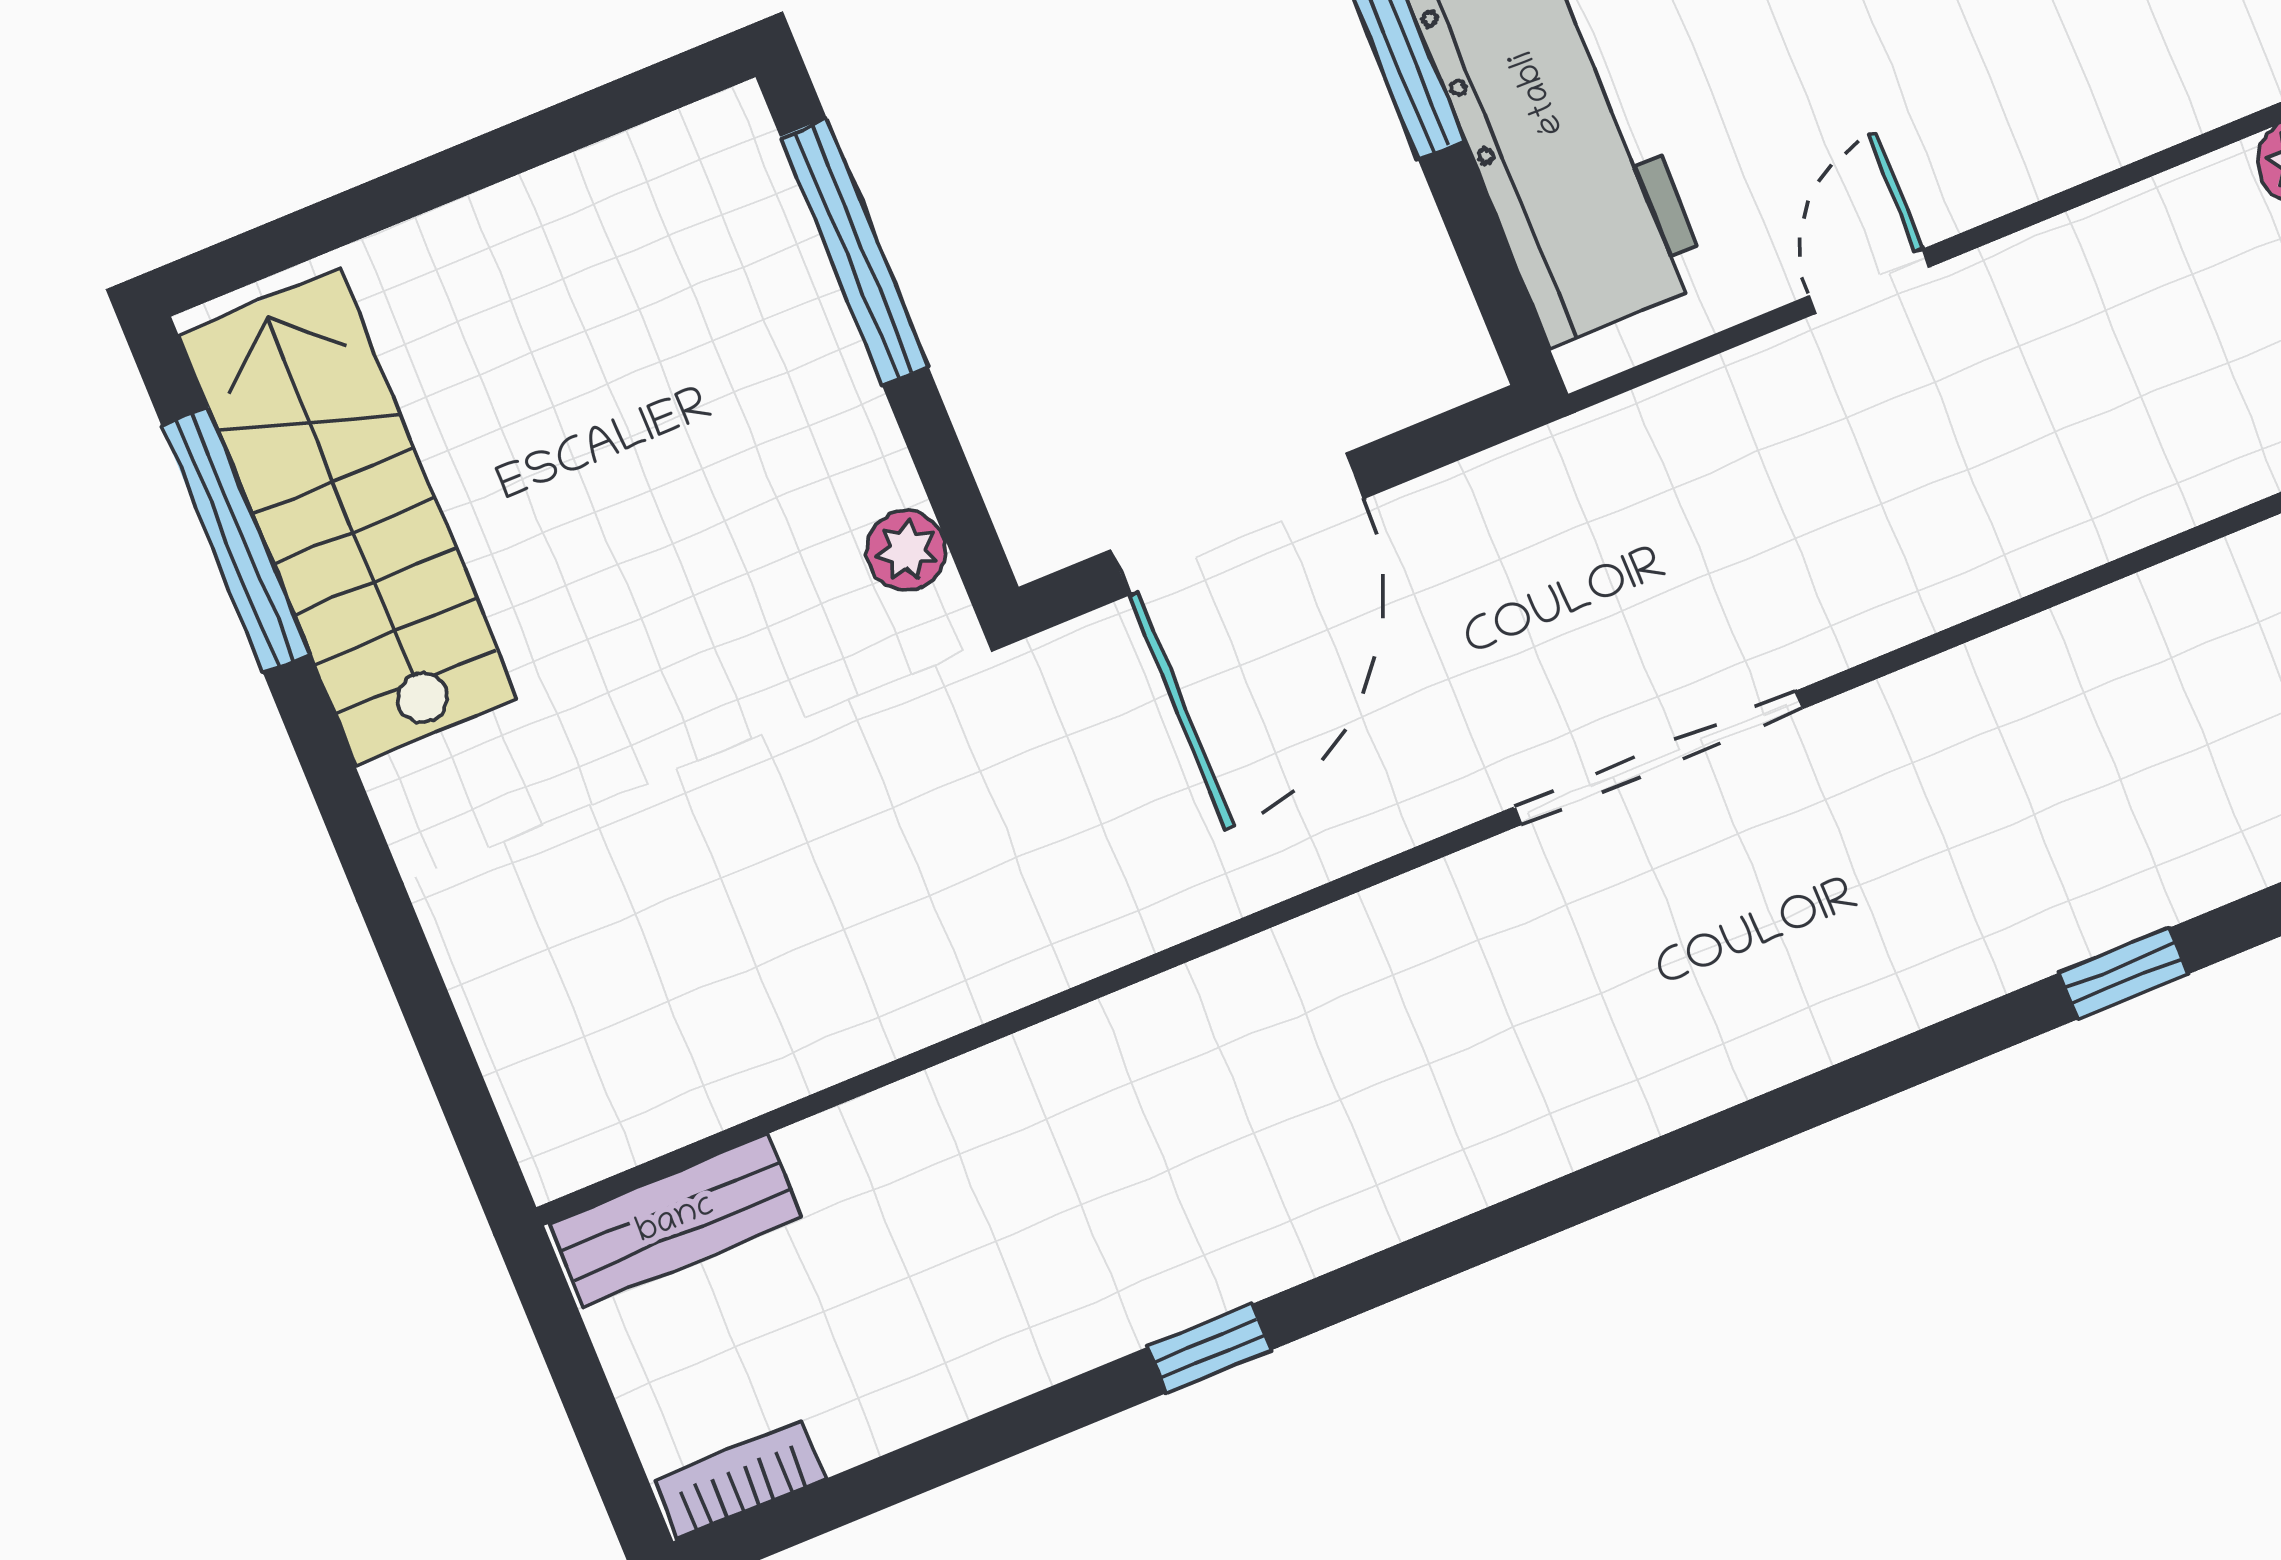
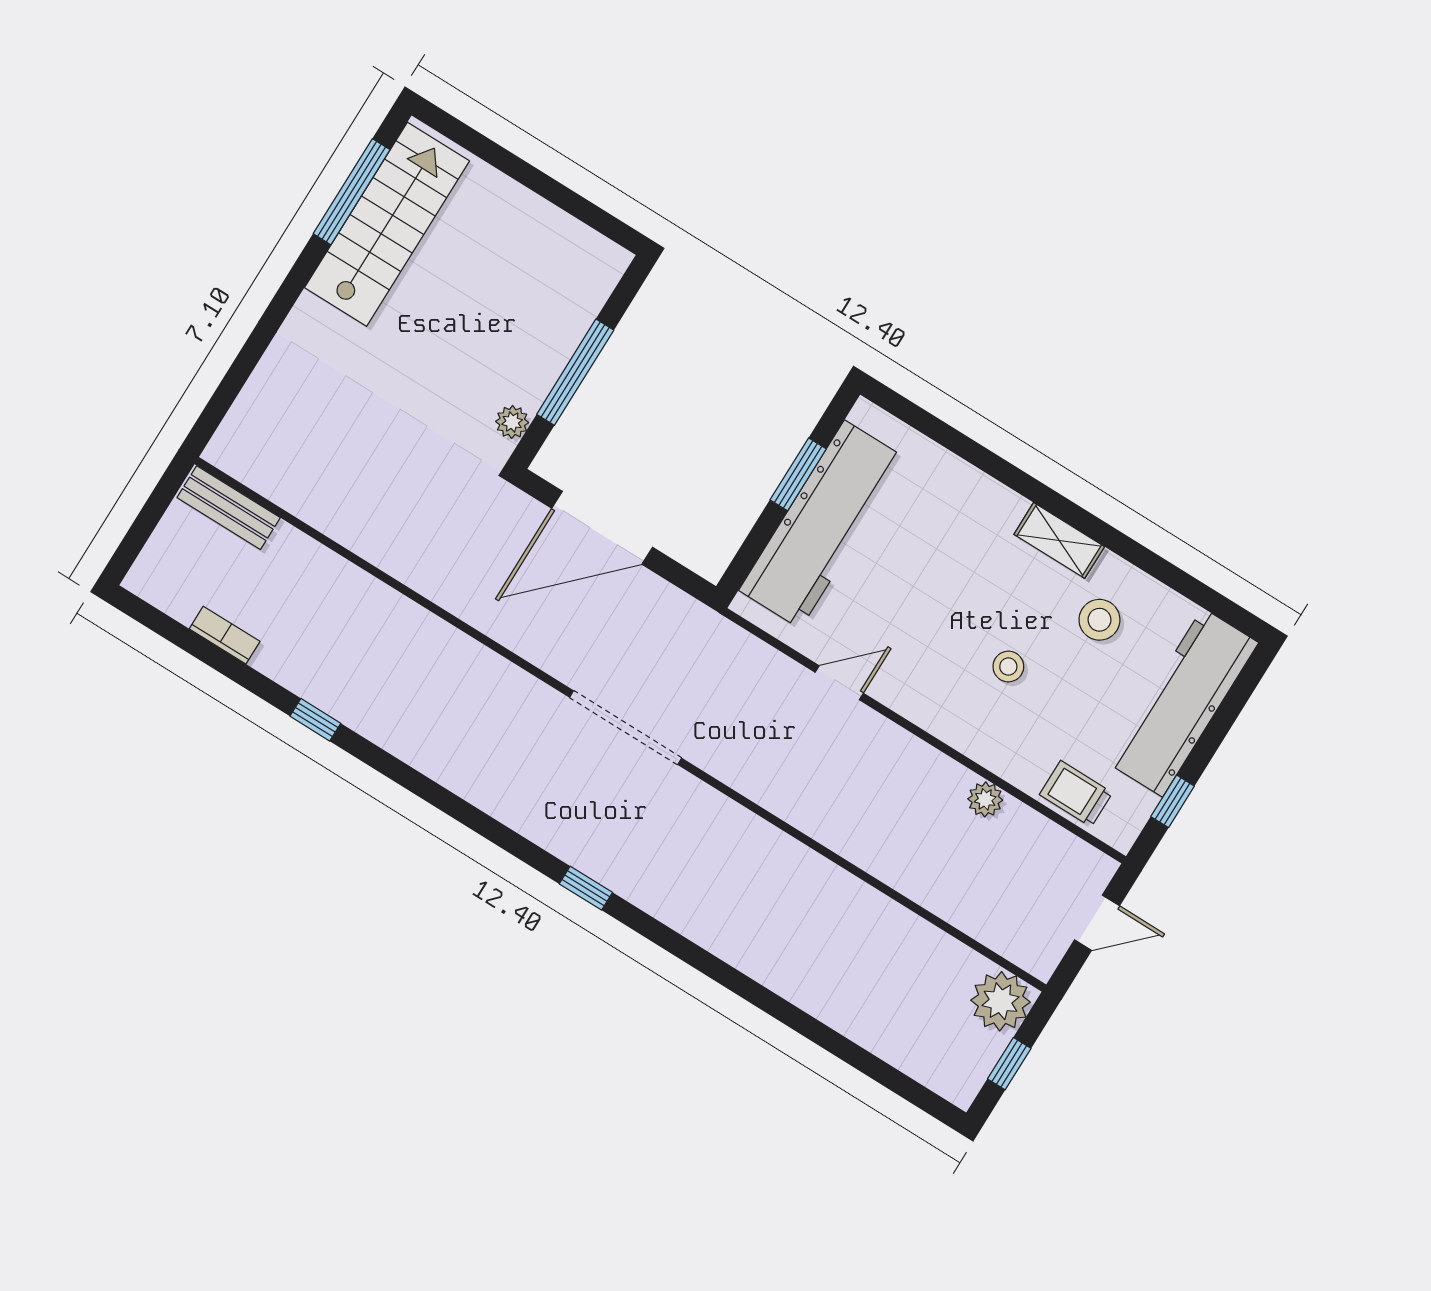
window: (854, 252) -> (575, 372), moved
window: (2124, 974) -> (586, 888), moved
bookcase: (740, 1479) -> (225, 635), moved

